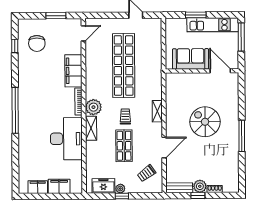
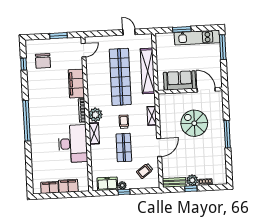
sofa: (191, 59) -> (180, 80), moved
shelving: (155, 60) -> (148, 71), added
wall: (202, 71) -> (190, 91), moved
door: (220, 71) -> (206, 90), moved

